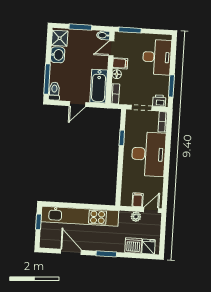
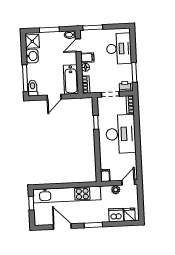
filing cabinet: (138, 200) -> (105, 175), moved

